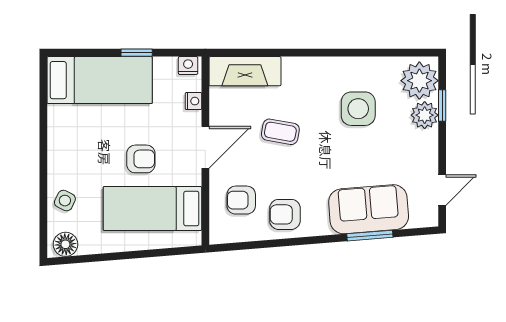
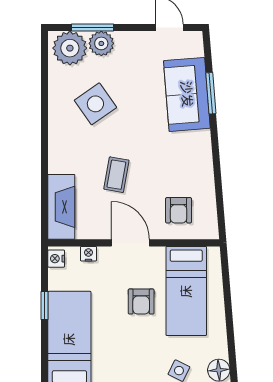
window: (442, 105) -> (93, 28), width x1.50
side table: (358, 109) -> (95, 104), turned -35
armchair: (141, 159) -> (141, 301), turned 180
armchair: (285, 214) -> (192, 170), removed

